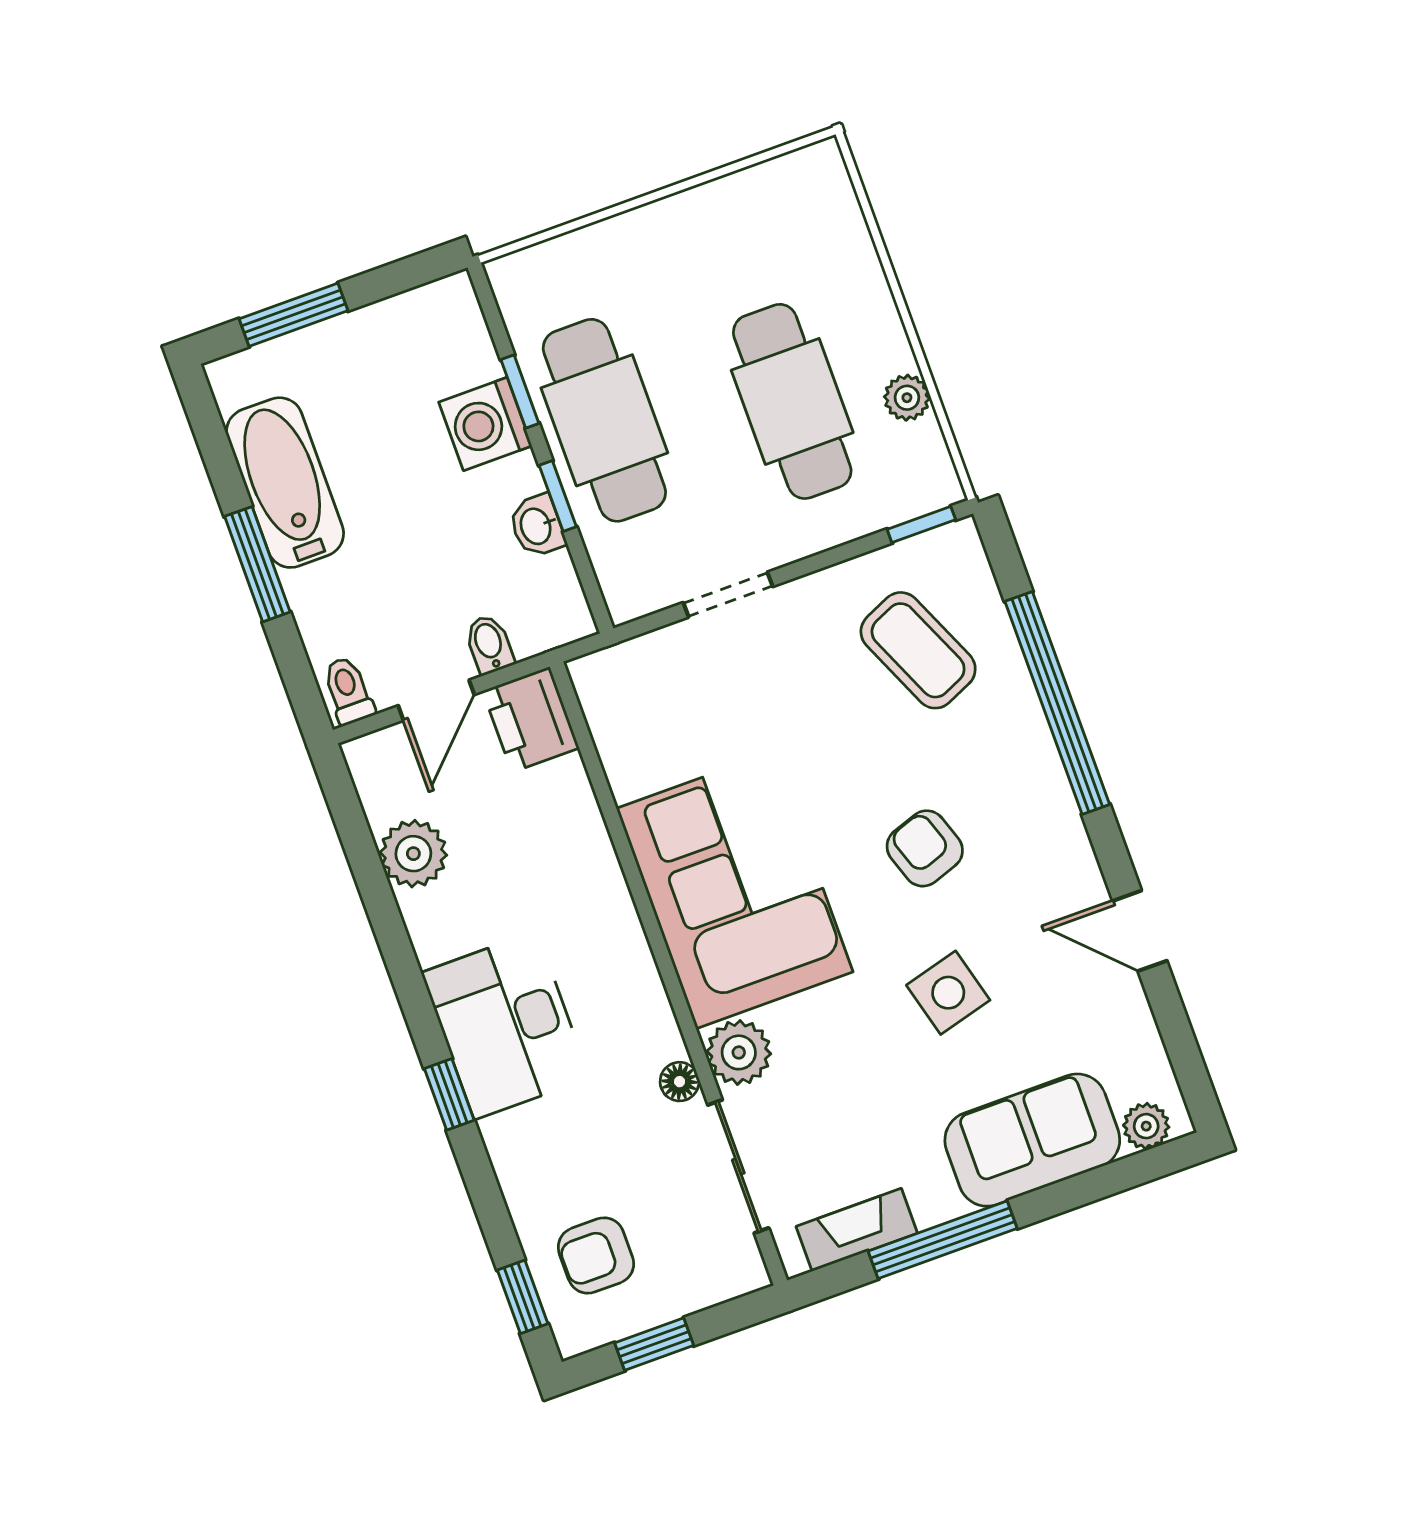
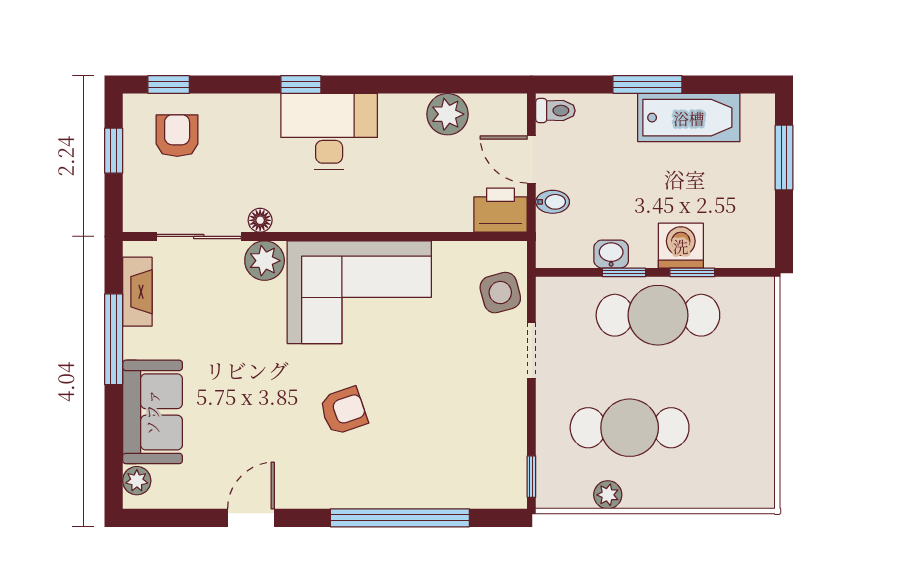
coffee table: (918, 650) -> (459, 448), removed
side table: (948, 993) -> (500, 293), moved

